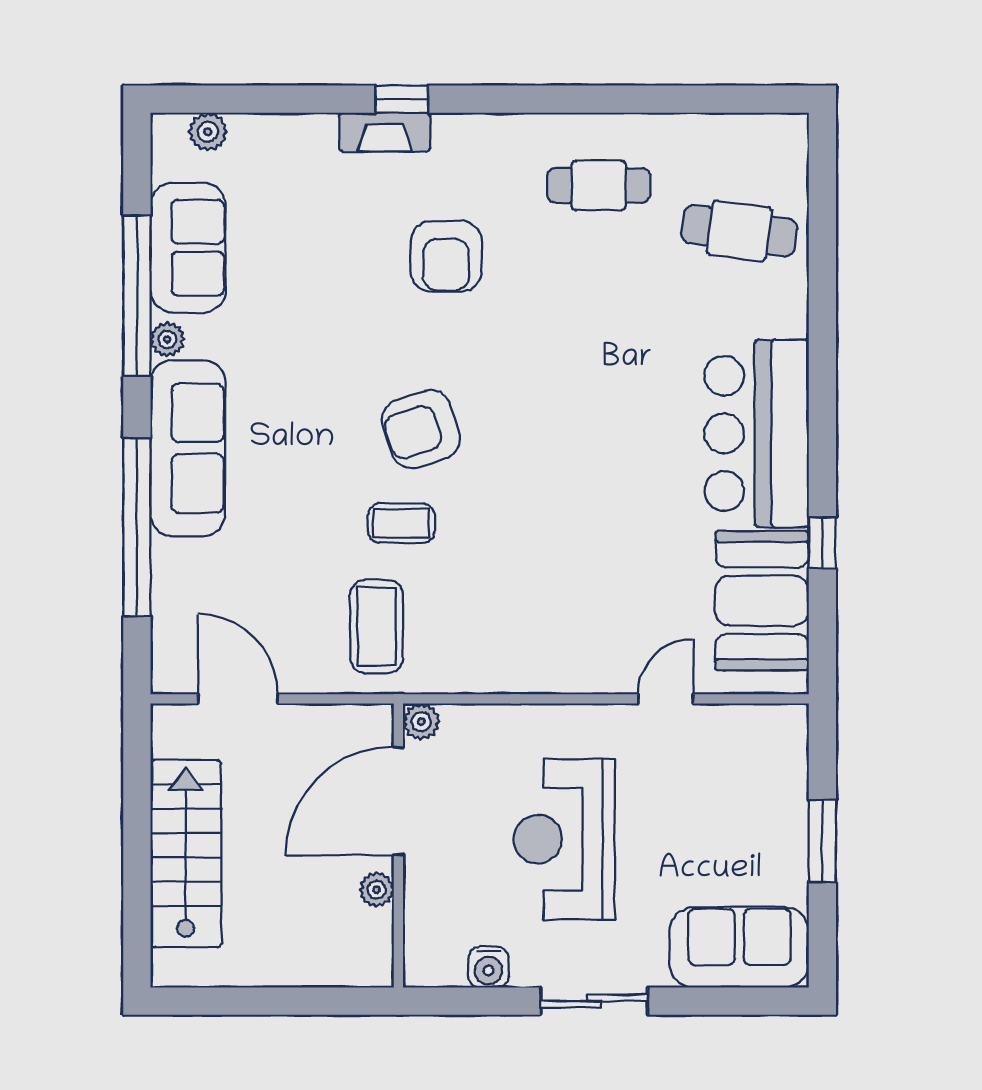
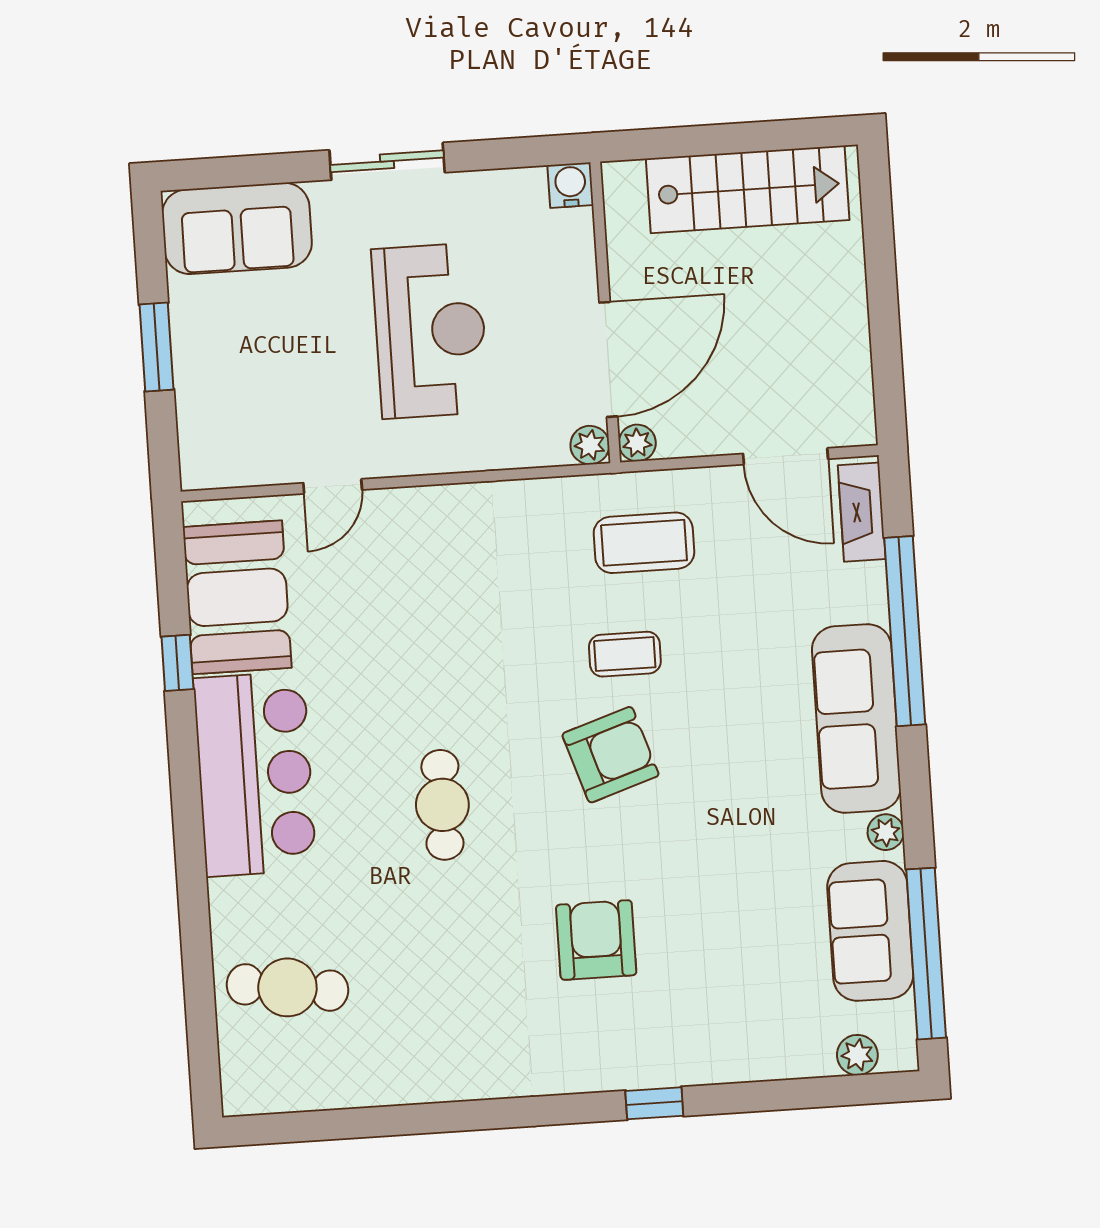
fireplace: (385, 132) -> (862, 512), moved, turned -90
cafe table: (599, 185) -> (442, 805), moved, turned 90
window: (137, 296) -> (926, 954), moved
coffee table: (376, 626) -> (644, 543), turned 90
stairs: (186, 854) -> (748, 189), moved, turned -90
plant: (377, 890) -> (637, 443), moved
water cooler: (489, 967) -> (570, 185), moved

